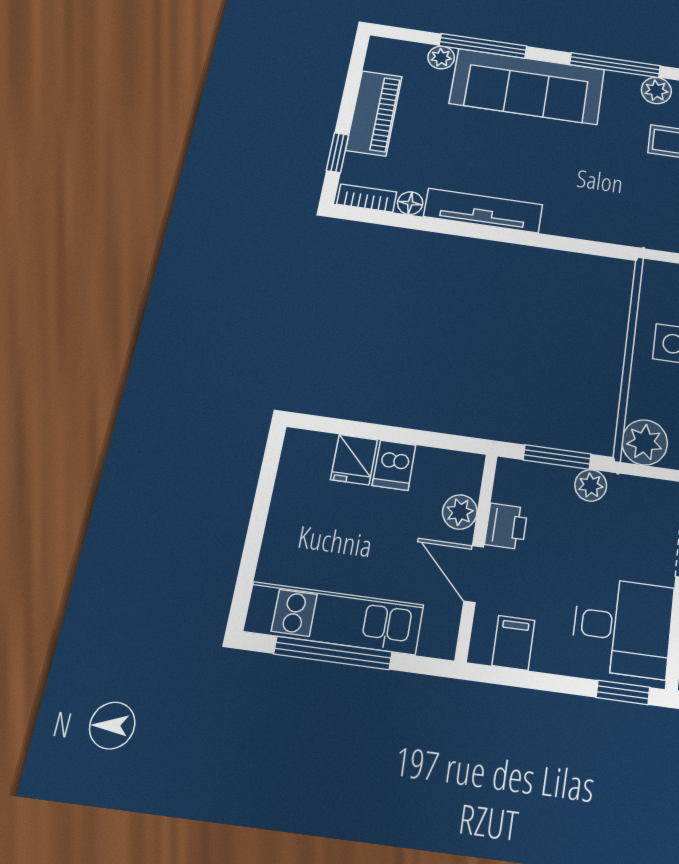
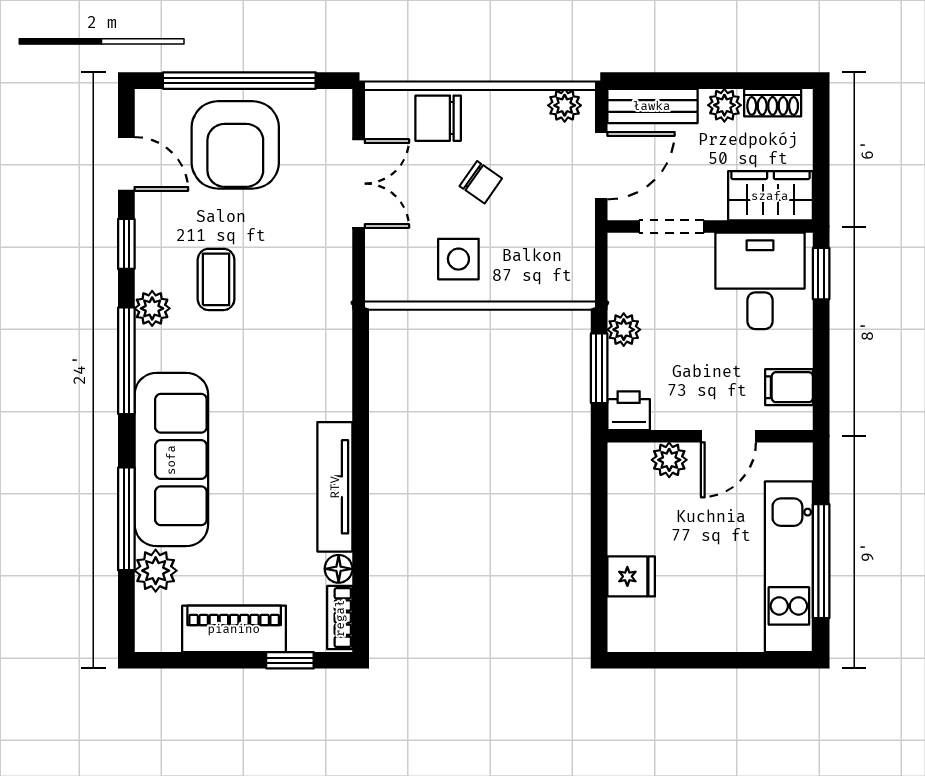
plant: (441, 57) -> (156, 571), width x1.38, depth x1.38
plant: (645, 442) -> (571, 278), removed
dishwasher: (394, 465) -> (631, 535), removed
printer: (506, 526) -> (629, 411), moved

